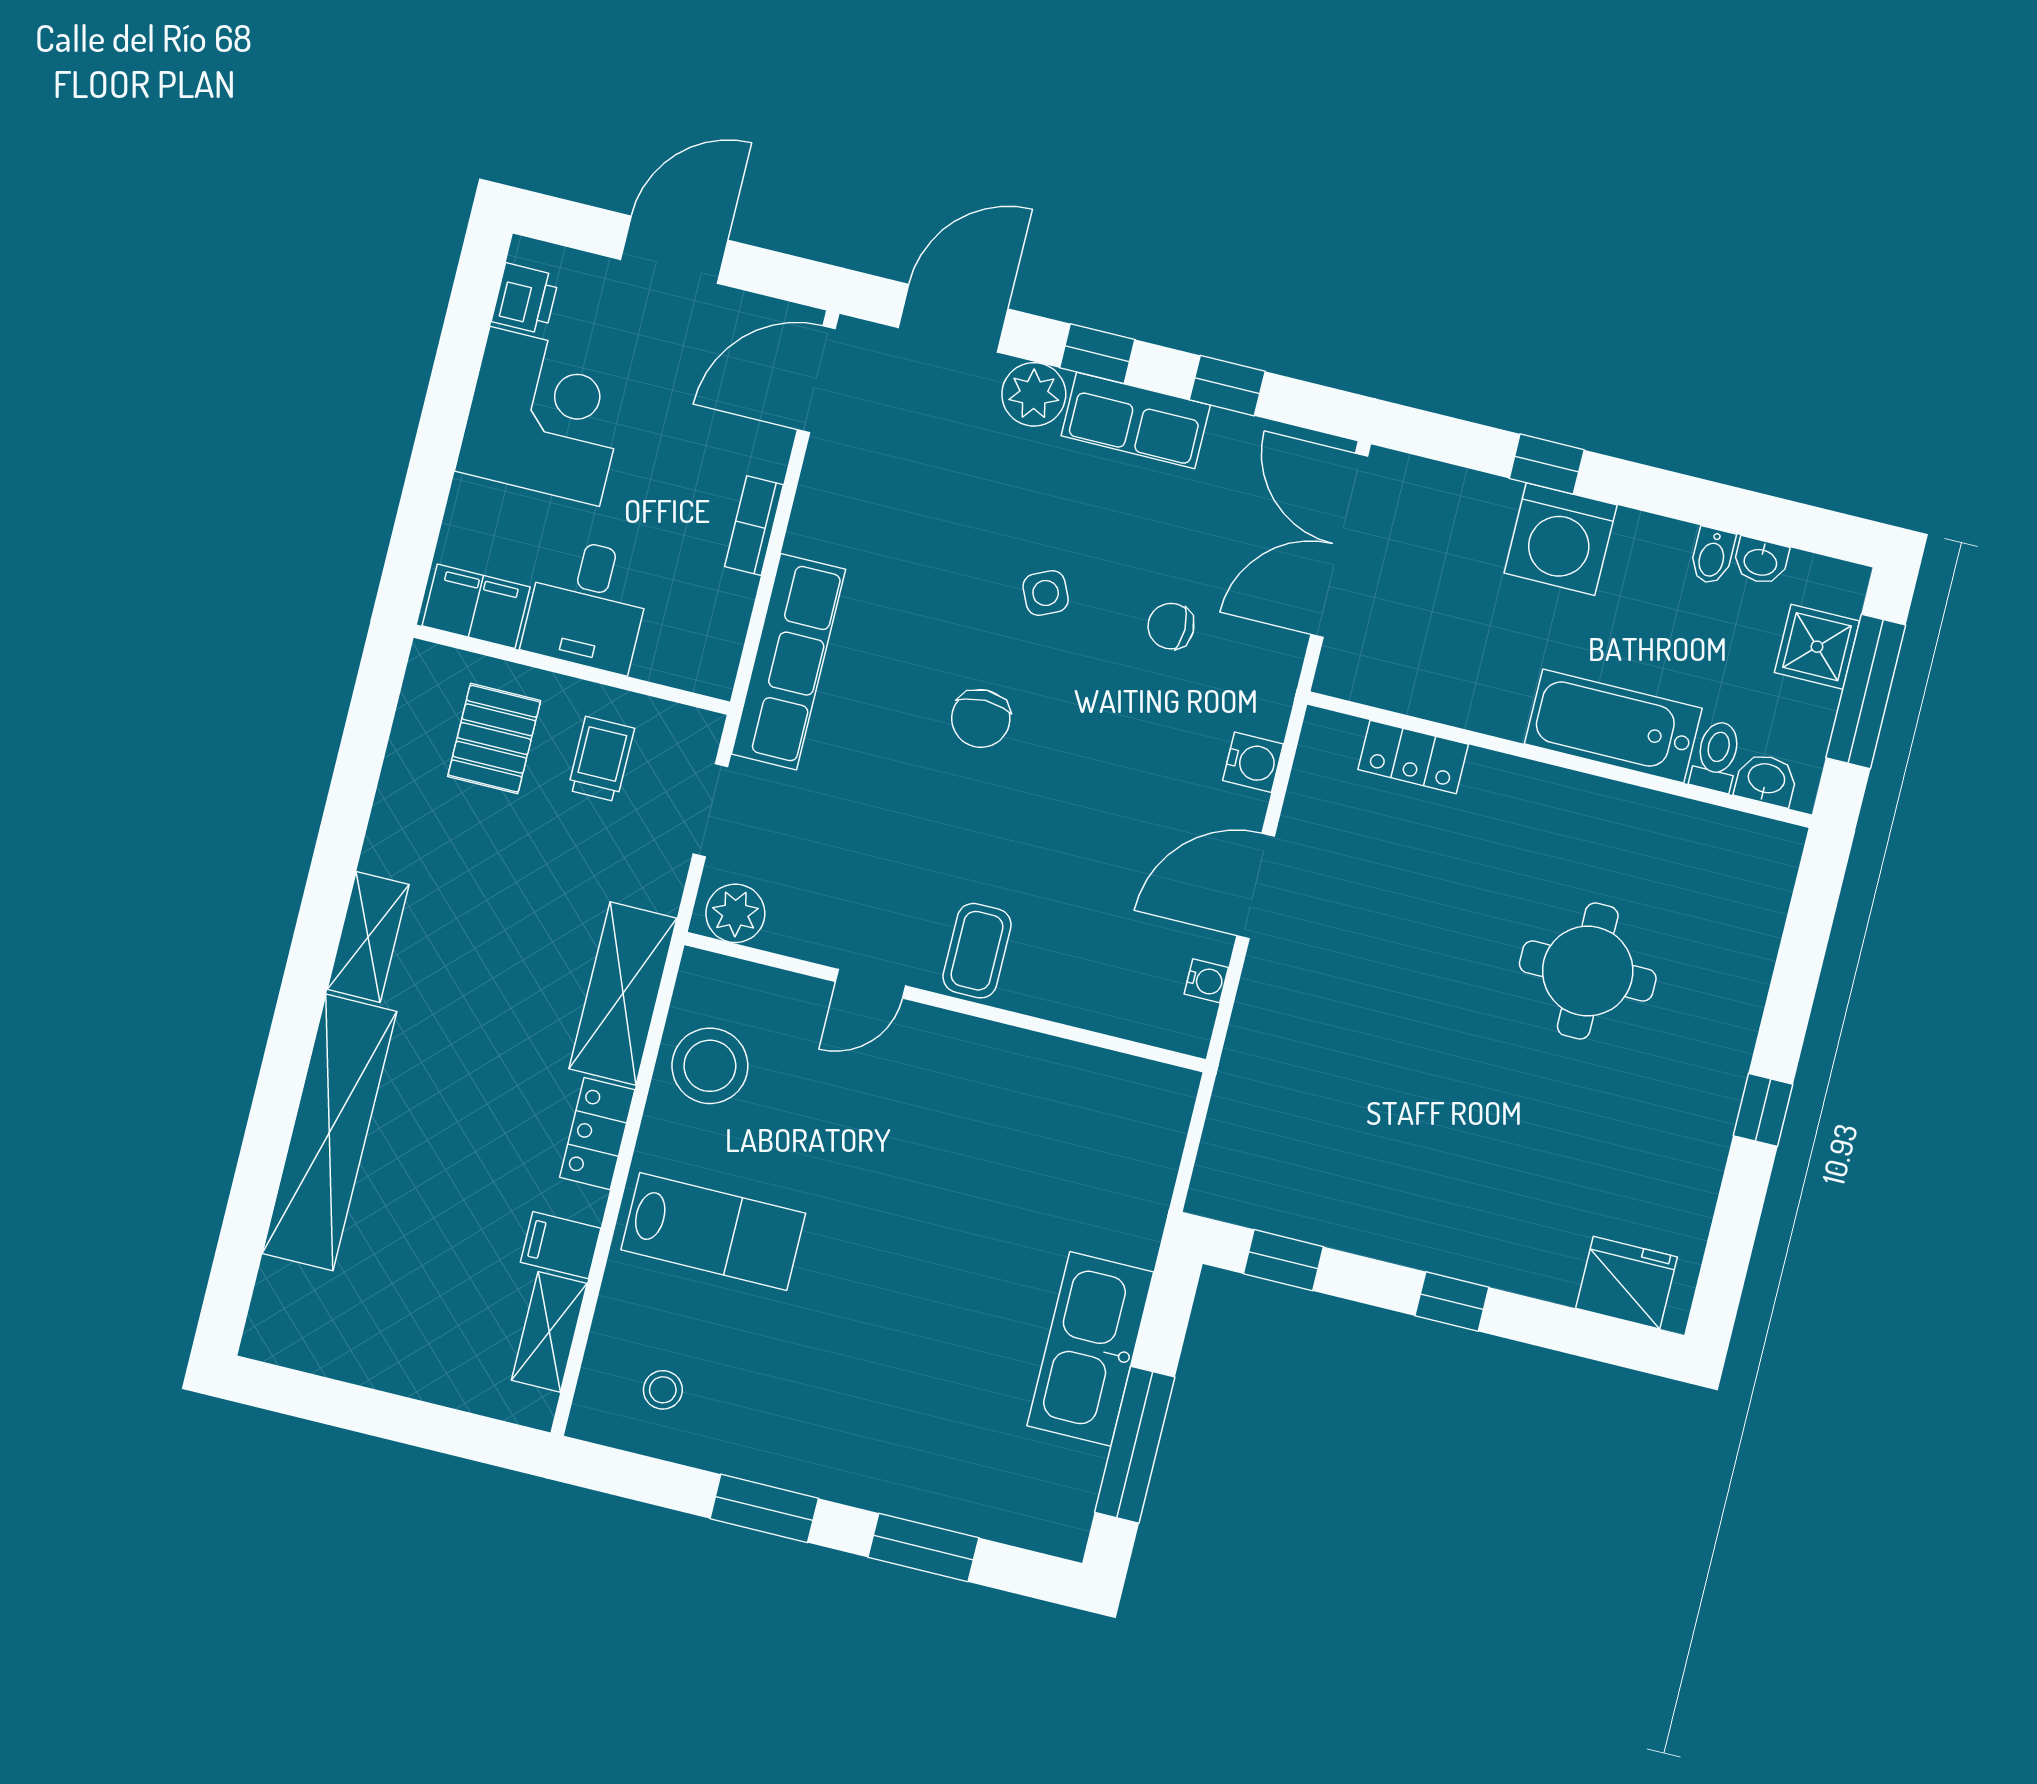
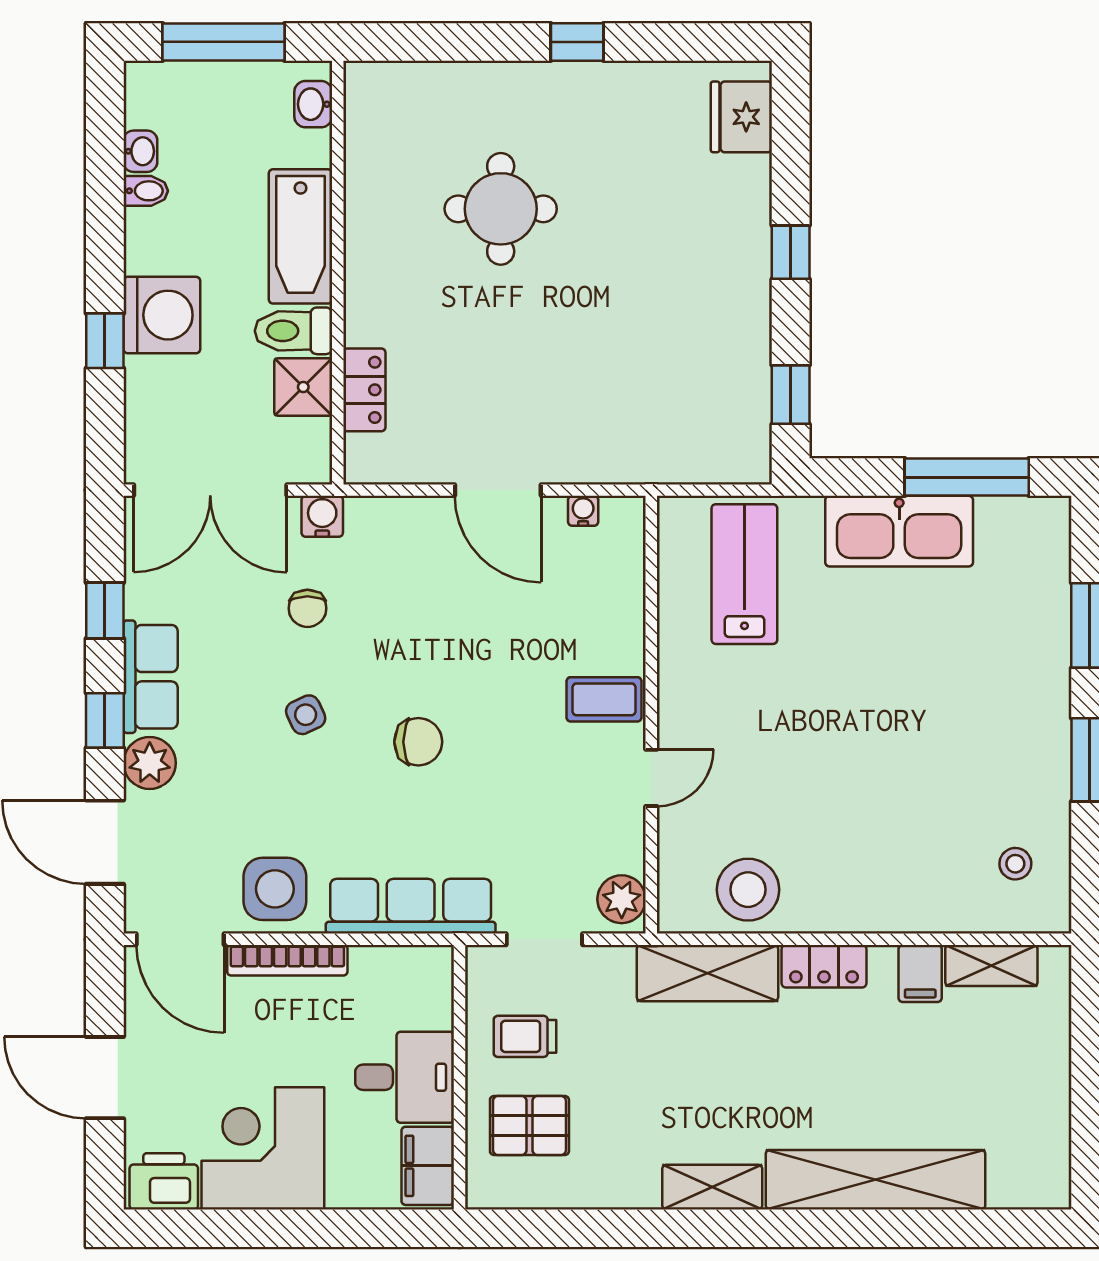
printer: (525, 299) -> (164, 1181), width x1.36, depth x1.24
side table: (848, 506) -> (275, 889), added
bookcase: (754, 526) -> (287, 960), width x1.56
shower: (1817, 647) -> (303, 387), moved
toilet: (1716, 756) -> (294, 331), moved, width x1.37, depth x1.39
water cooler: (1253, 762) -> (322, 516), moved
door: (870, 984) -> (651, 778), hinge flipped
lab bench: (713, 1231) -> (744, 574), moved

